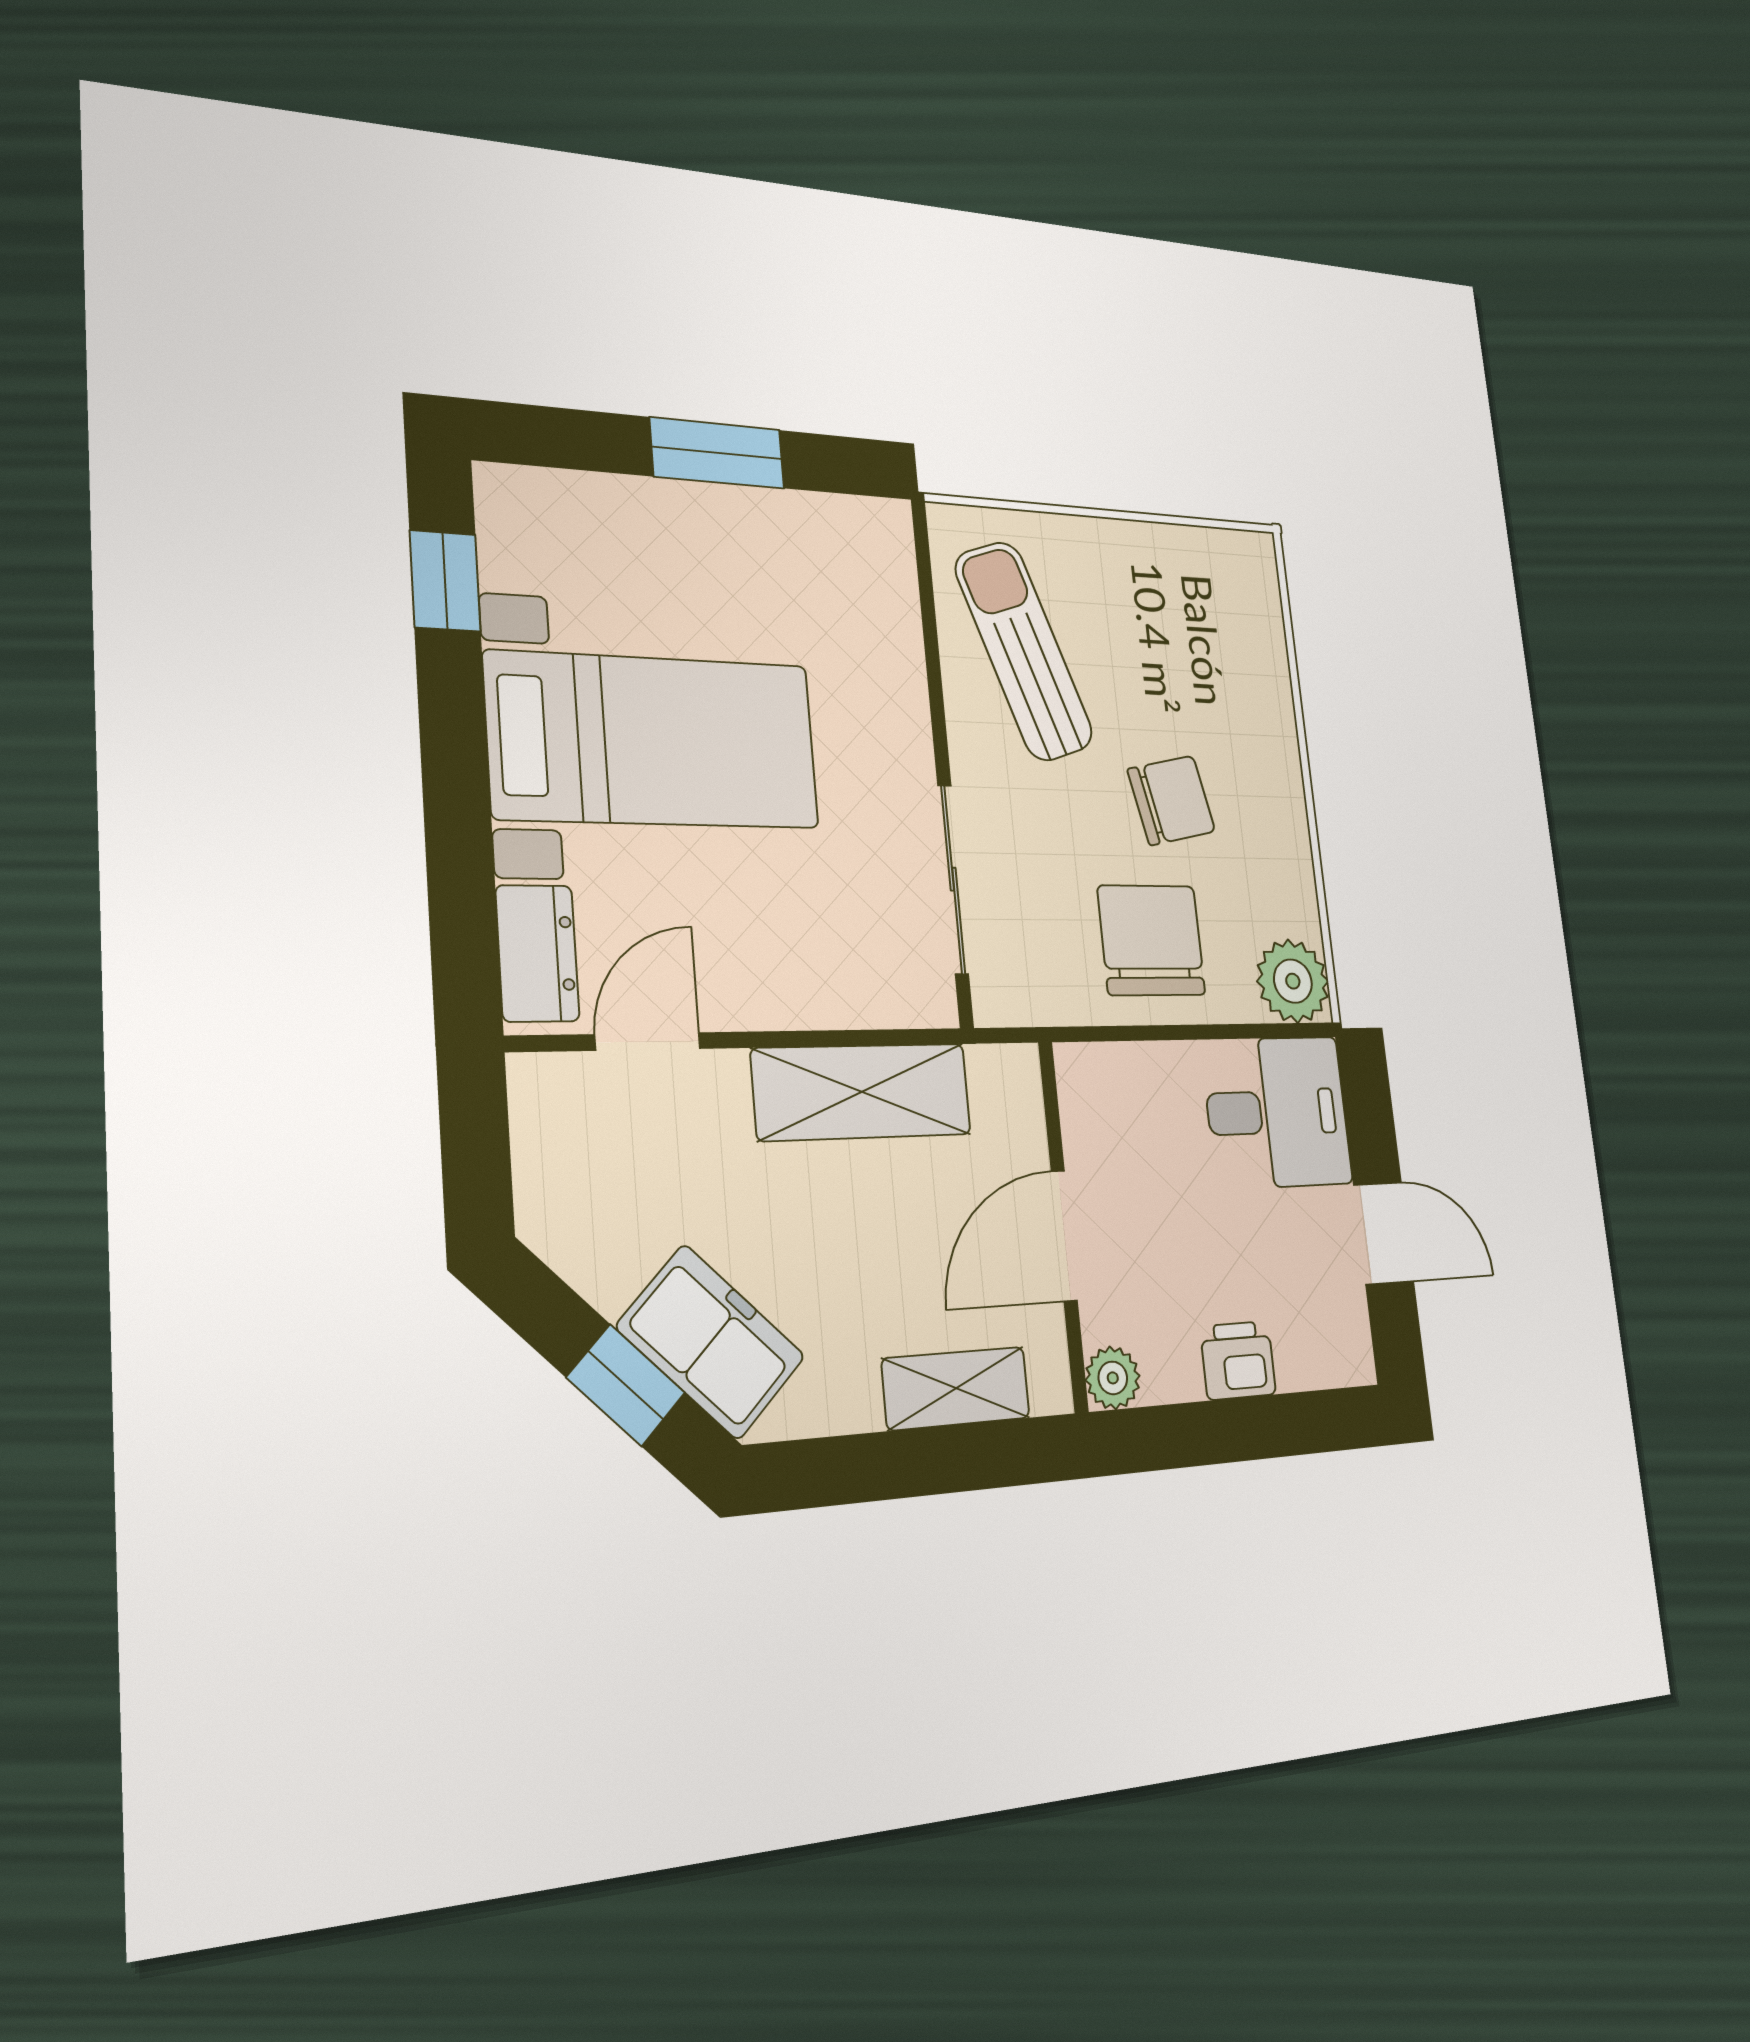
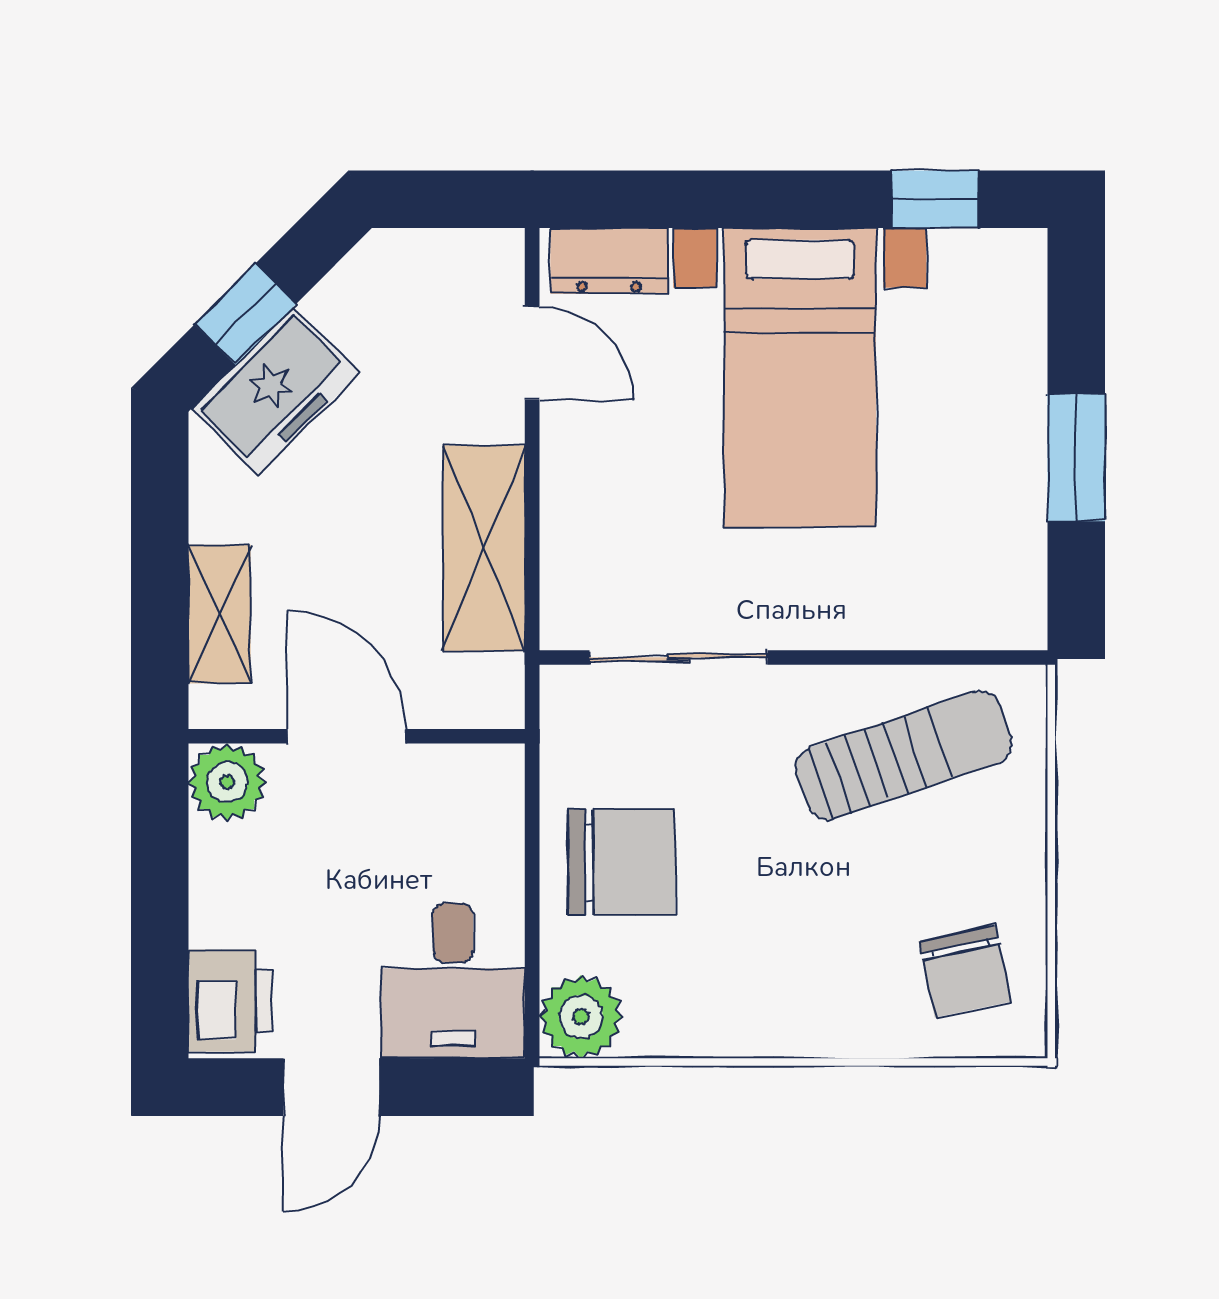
chair: (1171, 800) -> (965, 971), moved
printer: (1238, 1360) -> (231, 1001), moved, width x1.36, depth x1.24
plant: (1113, 1378) -> (227, 782), width x1.38, depth x1.38

